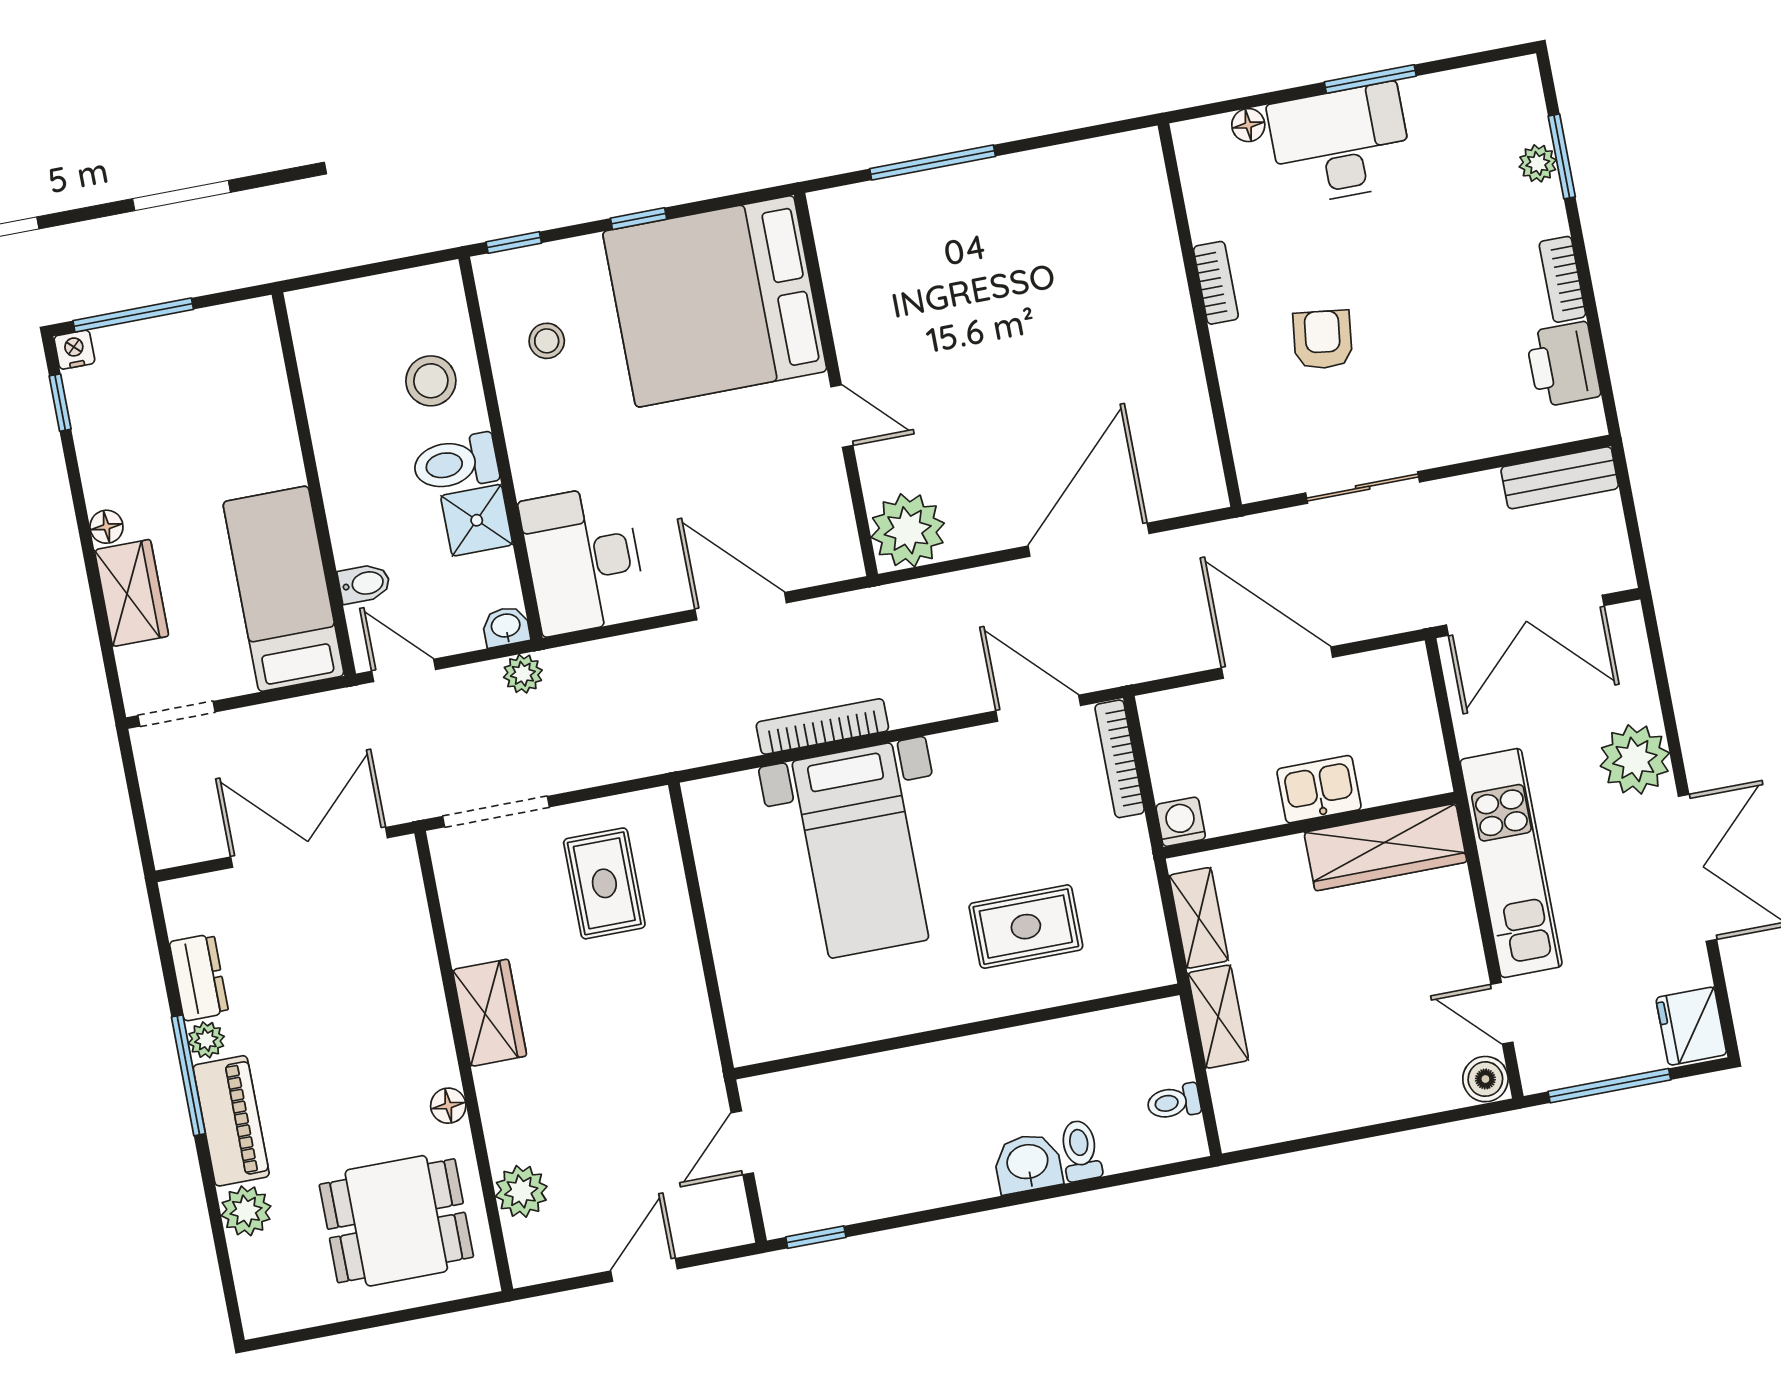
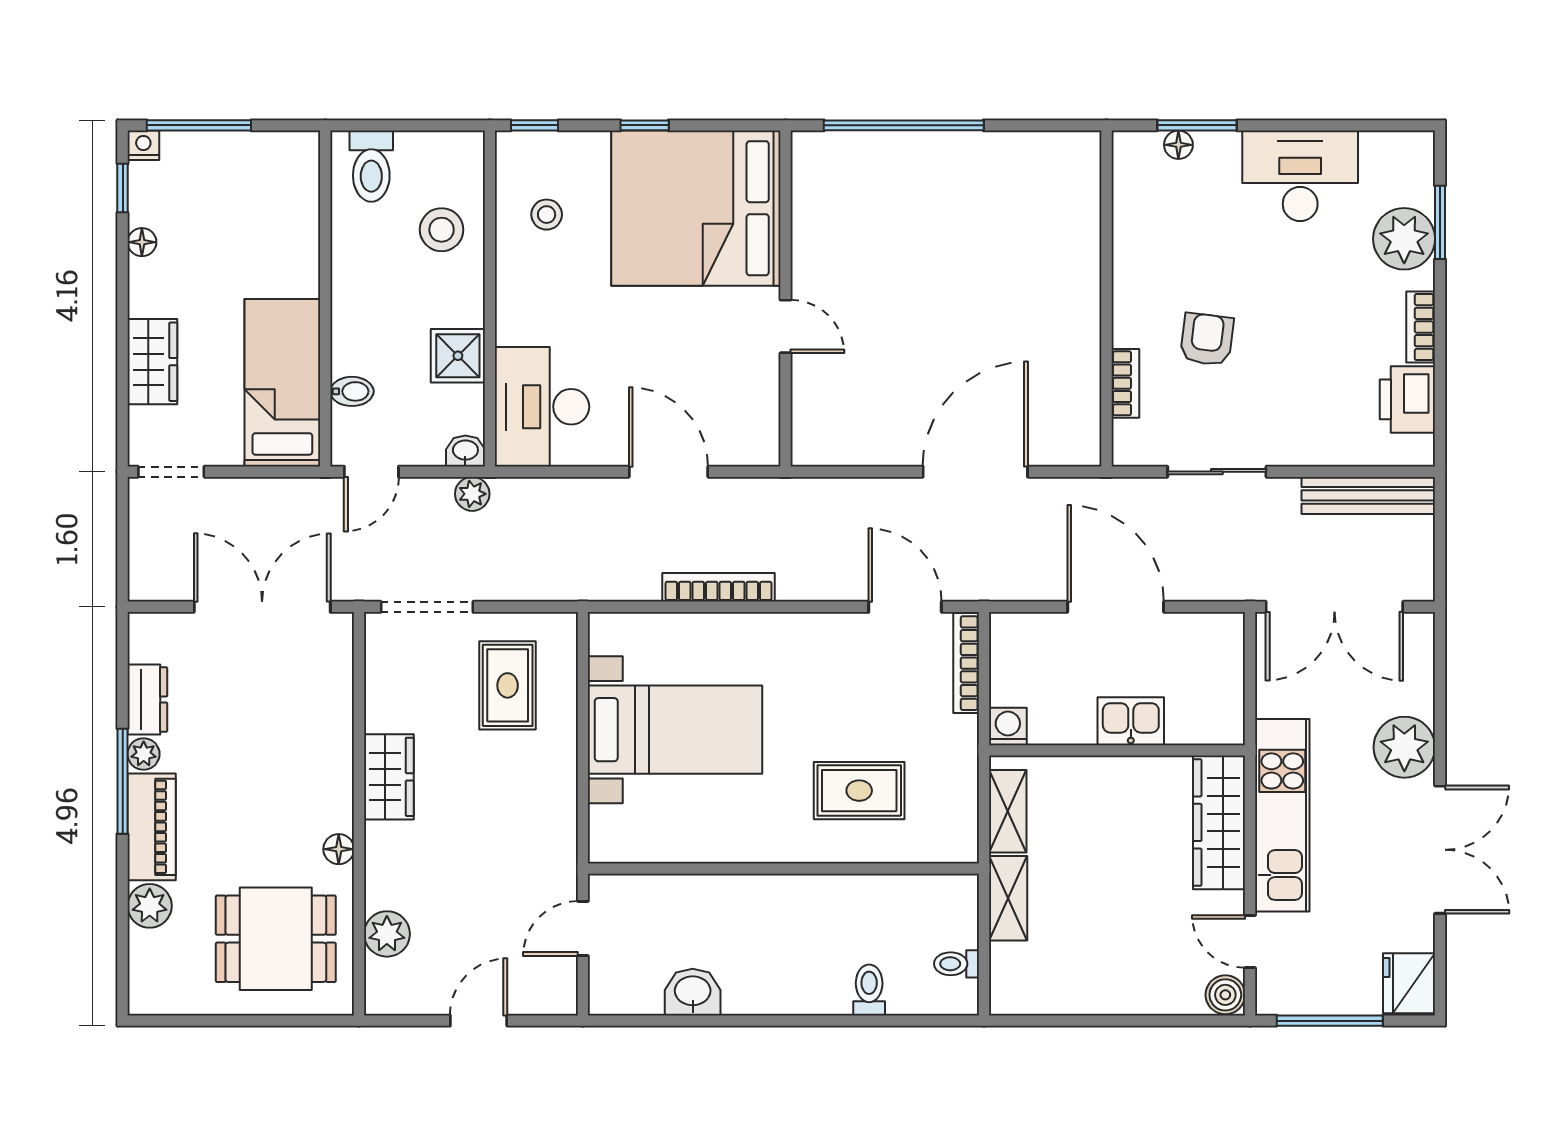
window: (1370, 79) -> (1197, 125), moved
desk: (1341, 144) -> (1300, 176), moved
window: (933, 163) -> (904, 125), width x1.46
plant: (1538, 163) -> (1404, 239), width x1.88, depth x1.88
bookcase: (1216, 283) -> (1125, 383), moved
toilet: (456, 463) -> (371, 166), moved, turned -90
bench: (1560, 478) -> (1368, 495), width x1.36
floor lamp: (106, 527) -> (142, 242), moved
plant: (908, 530) -> (823, 434), removed
door: (404, 670) -> (371, 472), swing flipped
wardrobe: (1385, 847) -> (1219, 822), moved, turned 90
bed with nightstands: (860, 851) -> (675, 730), moved, turned -90
washbasin: (1028, 1163) -> (693, 992), moved
window: (816, 1237) -> (630, 1021), removed

